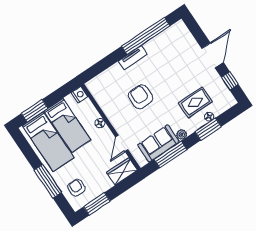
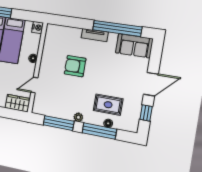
armchair: (141, 97) -> (75, 66), turned -90
window: (208, 129) -> (99, 131), width x1.44
sofa: (158, 143) -> (134, 46), moved, turned 180

